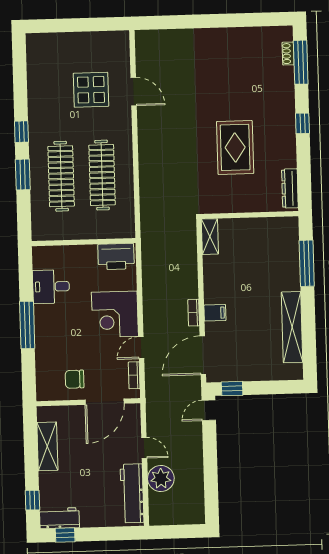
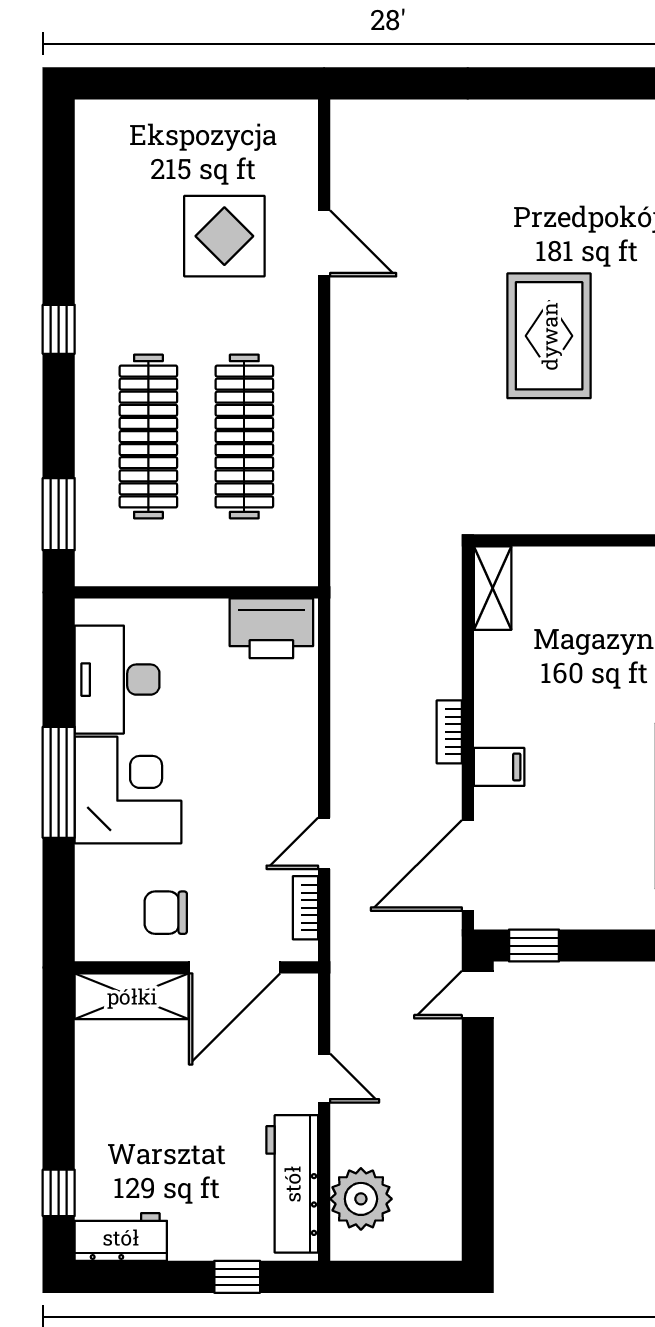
rug: (235, 147) -> (549, 336), moved
window: (23, 175) -> (59, 514), moved
desk: (51, 287) -> (117, 680), width x1.37
bookcase: (194, 313) -> (449, 732), moved
corner desk: (115, 314) -> (128, 790), moved, turned 180
shelving: (47, 446) -> (132, 996), moved, turned 90
plant: (161, 478) -> (361, 1199), moved
window: (65, 535) -> (237, 1277), moved

